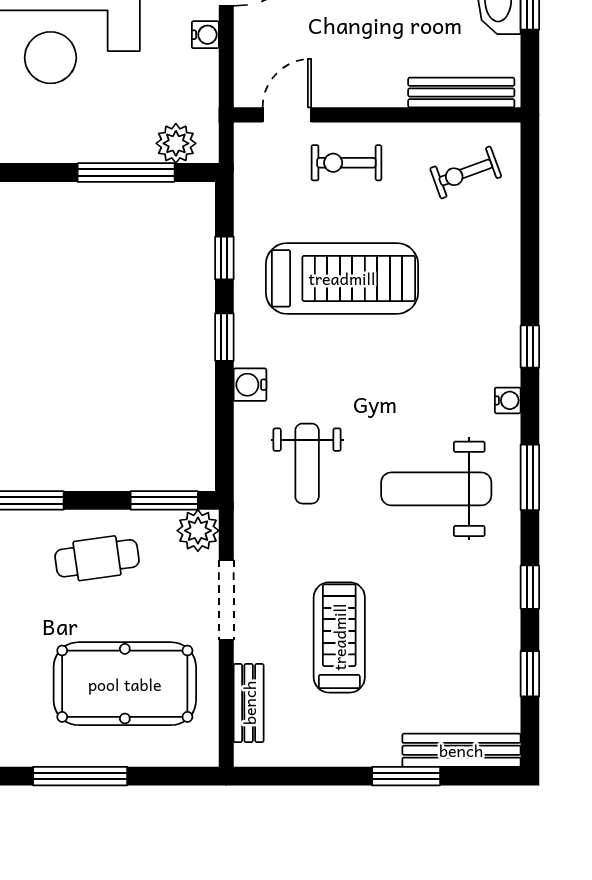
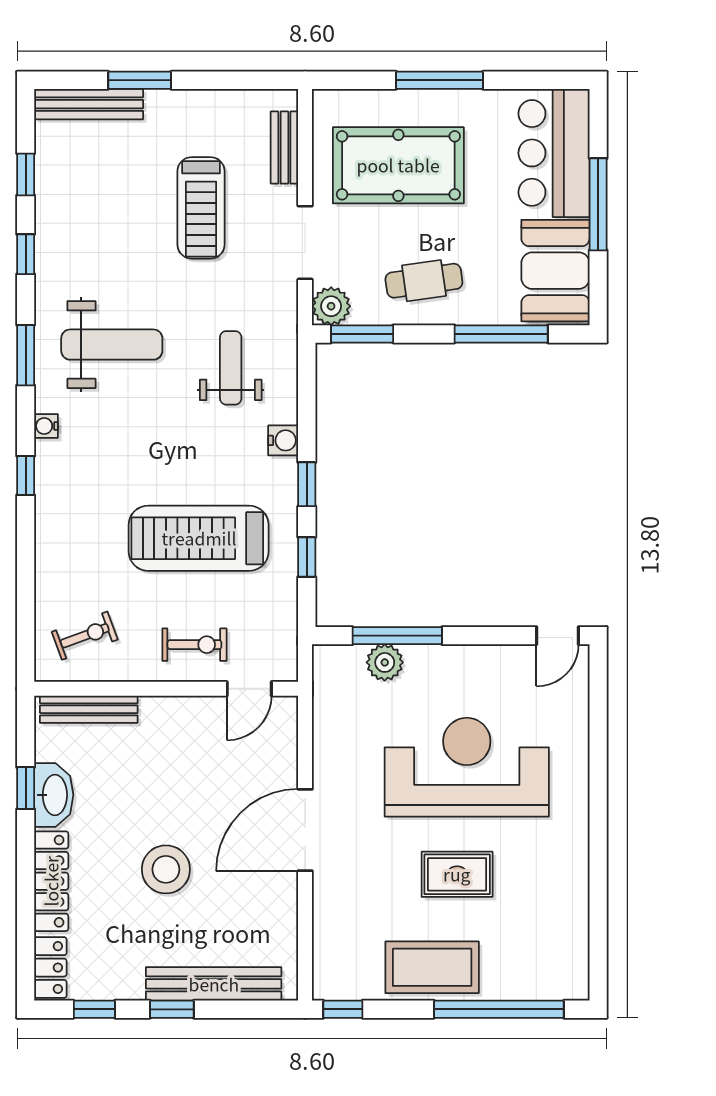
water cooler: (205, 35) -> (324, 762), removed
plant: (176, 143) -> (385, 662), moved

